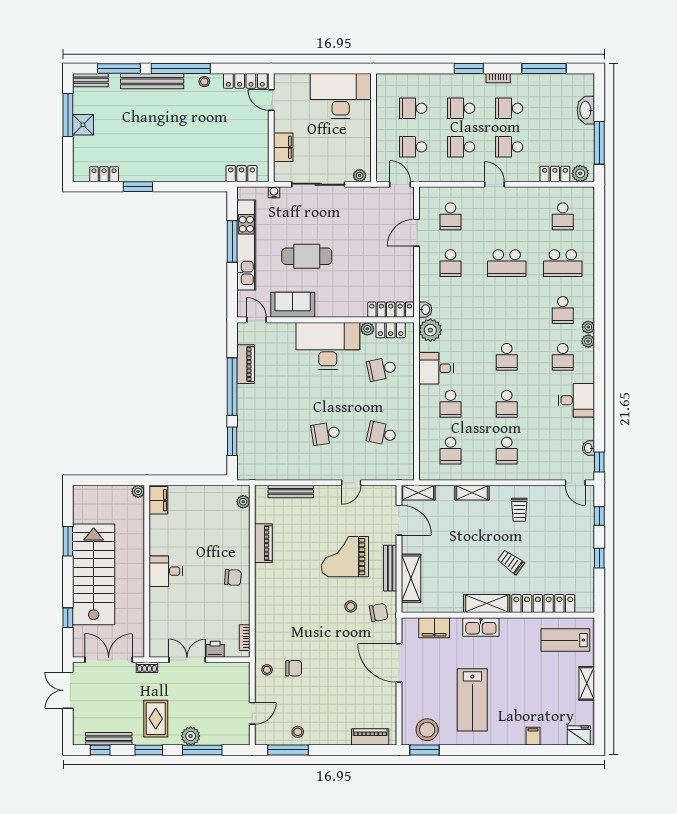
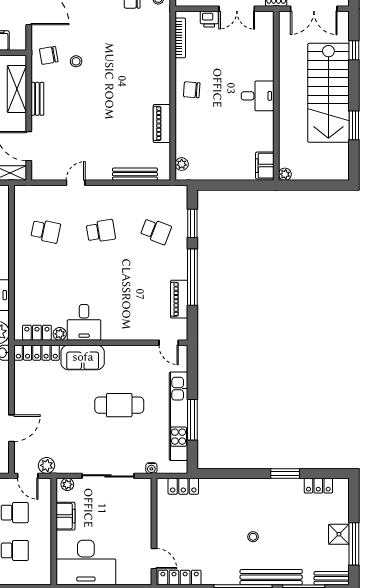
stool: (204, 82) -> (253, 537), moved
filing cabinet: (283, 147) -> (65, 516), moved, turned 180
plant: (381, 195) -> (47, 465), added
sofa: (293, 305) -> (83, 357), moved
desk: (328, 346) -> (84, 322), width x0.53, depth x0.77
school desk: (382, 369) -> (156, 231), moved, turned 33
grand piano: (345, 557) -> (82, 110), removed
bench: (390, 568) -> (37, 99), width x0.73
bookcase: (245, 638) -> (180, 38), width x1.56

